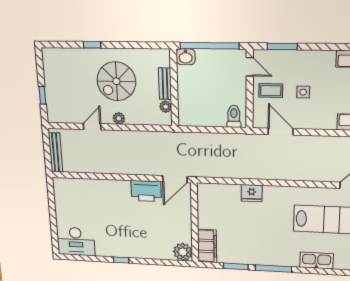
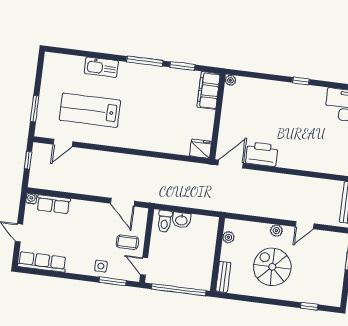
window: (92, 45) -> (309, 306), moved
washbasin: (186, 57) -> (181, 220), moved, turned 180
spiral stairs: (116, 81) -> (272, 267), turned -90
bench: (165, 84) -> (223, 277), moved
side table: (303, 92) -> (101, 266), moved
fridge: (252, 193) -> (201, 149), moved
plant: (183, 252) -> (230, 80), width x0.53, depth x0.53

